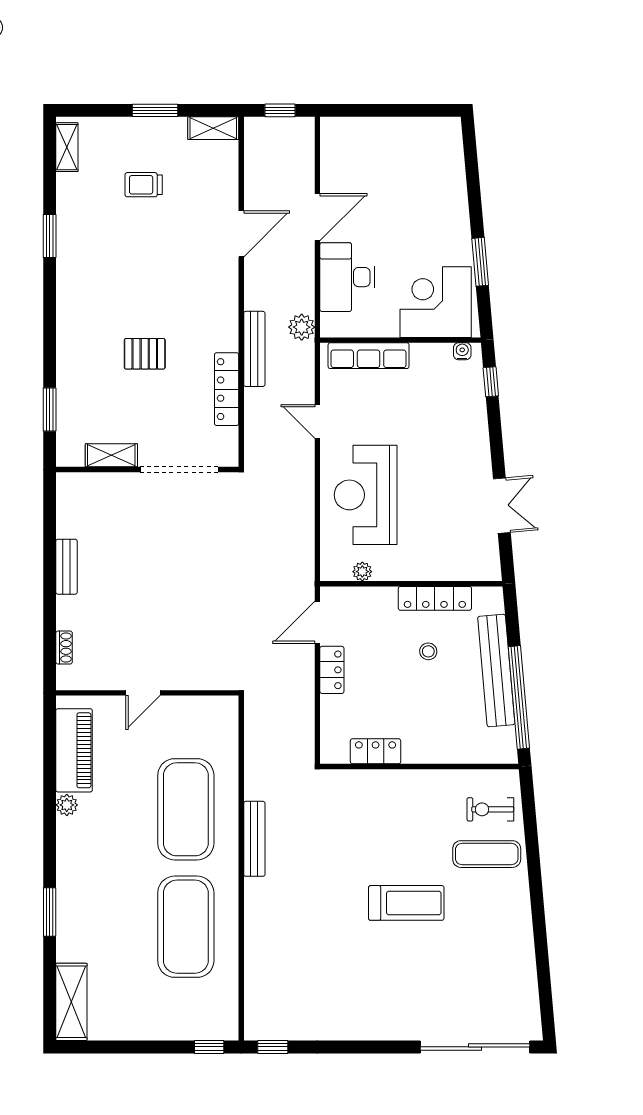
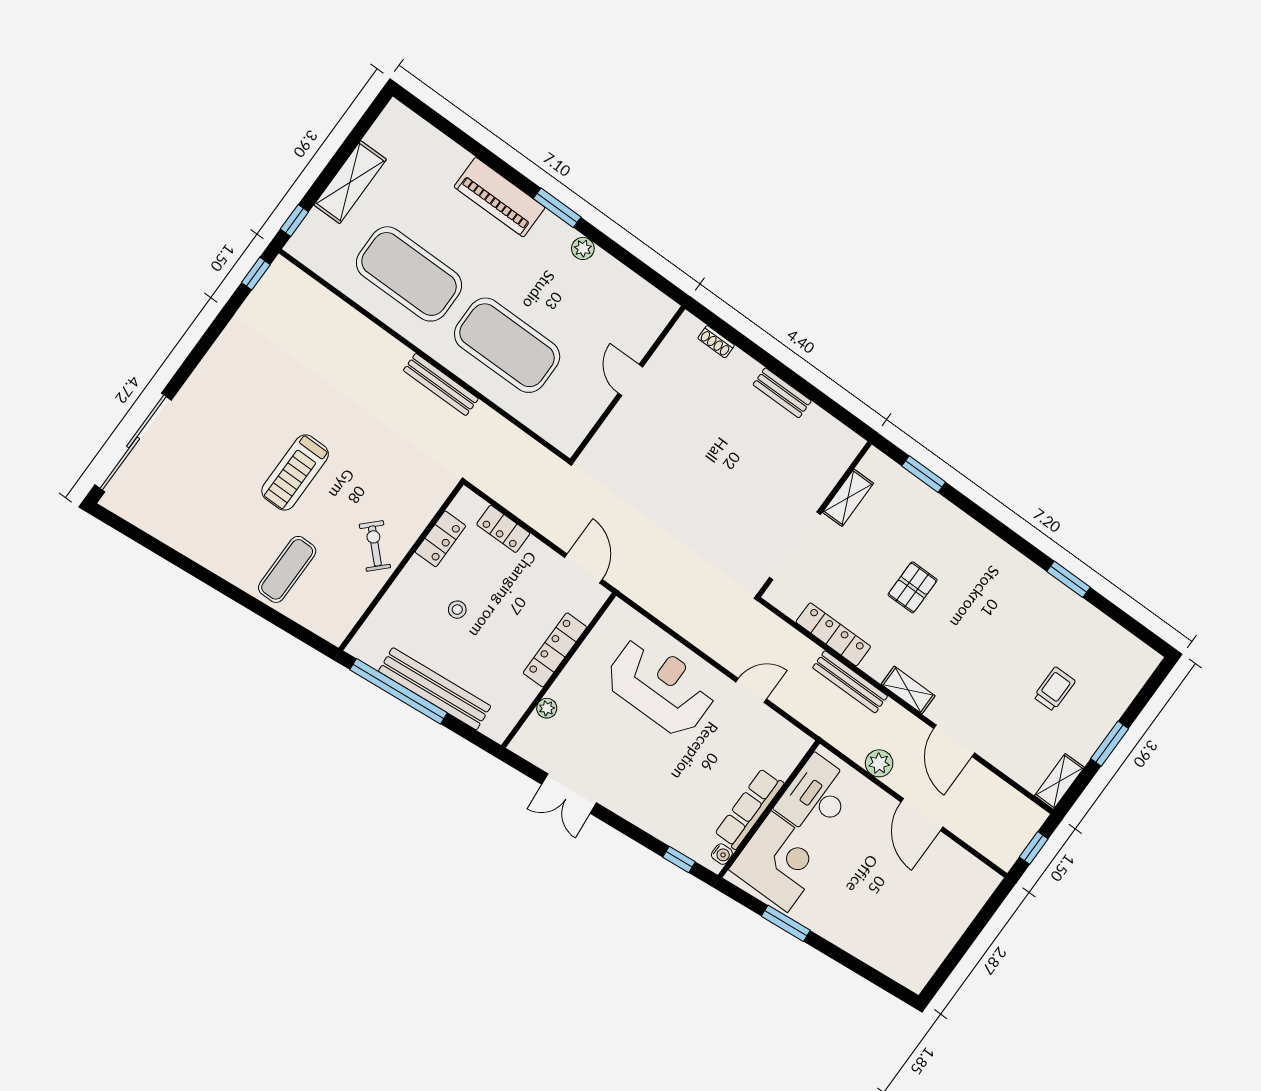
shelving: (67, 147) -> (908, 690), moved
desk: (347, 277) -> (816, 796), moved, turned -90
plant: (302, 327) -> (879, 763), moved
row of seats: (369, 356) -> (749, 809), moved
plant: (362, 572) -> (547, 708), moved
locker: (435, 598) -> (555, 650), moved
stool: (428, 651) -> (457, 610), moved
locker: (332, 670) -> (503, 529), moved
piano: (74, 750) -> (499, 197), moved
exercise bike: (490, 809) -> (375, 546), moved, turned -45
window: (50, 912) -> (557, 208), moved
shelving: (71, 1002) -> (350, 182), moved, turned 90

